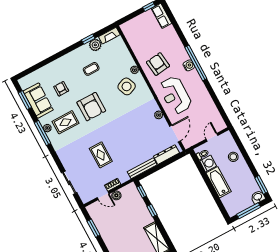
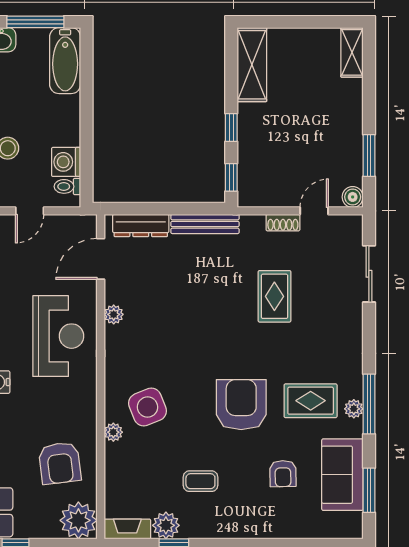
plant: (130, 29) -> (78, 520), added
armchair: (158, 64) -> (60, 463), moved
bathtub: (219, 182) -> (65, 61), moved
boiler: (116, 195) -> (353, 197), moved
door: (103, 196) -> (314, 211), hinge flipped

